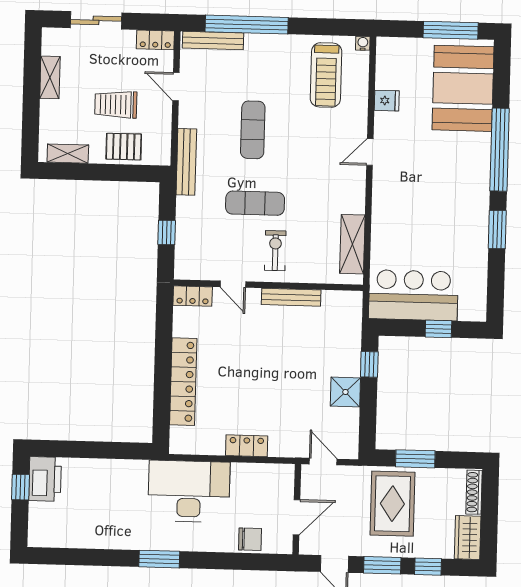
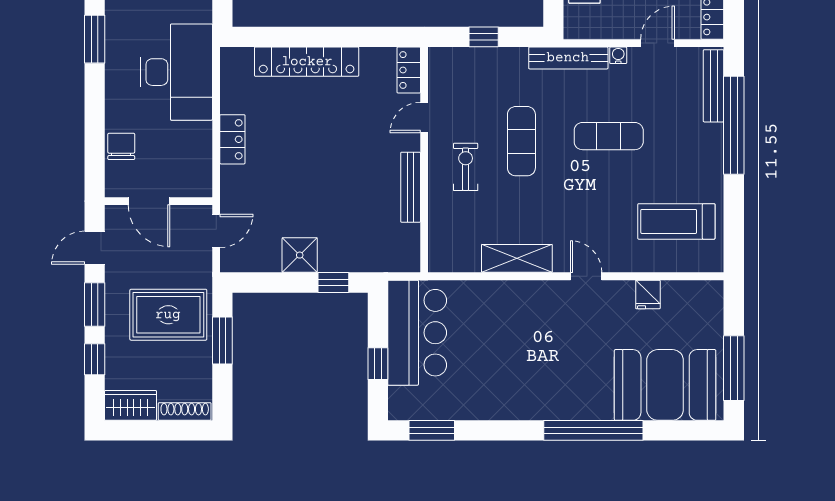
water cooler: (363, 43) -> (618, 55), moved, turned -90
window: (497, 230) -> (432, 430), moved
shelving: (352, 244) -> (517, 258), moved
exercise bike: (275, 251) -> (466, 167), turned -90
chair: (250, 539) -> (121, 146), turned 180

